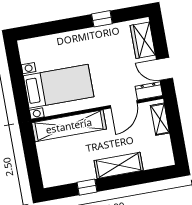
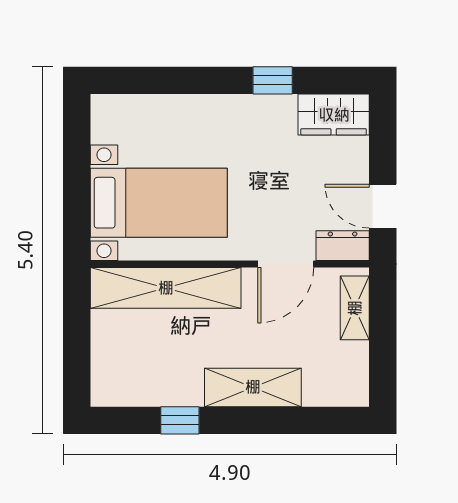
wardrobe: (143, 40) -> (334, 115), moved, turned -90

